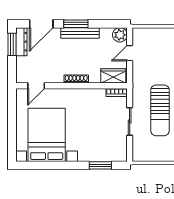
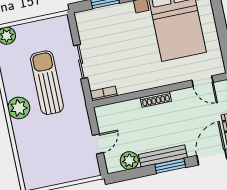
plant: (120, 35) -> (129, 161), moved
wardrobe: (113, 76) -> (112, 112), removed
door: (36, 86) -> (202, 81), swing flipped

